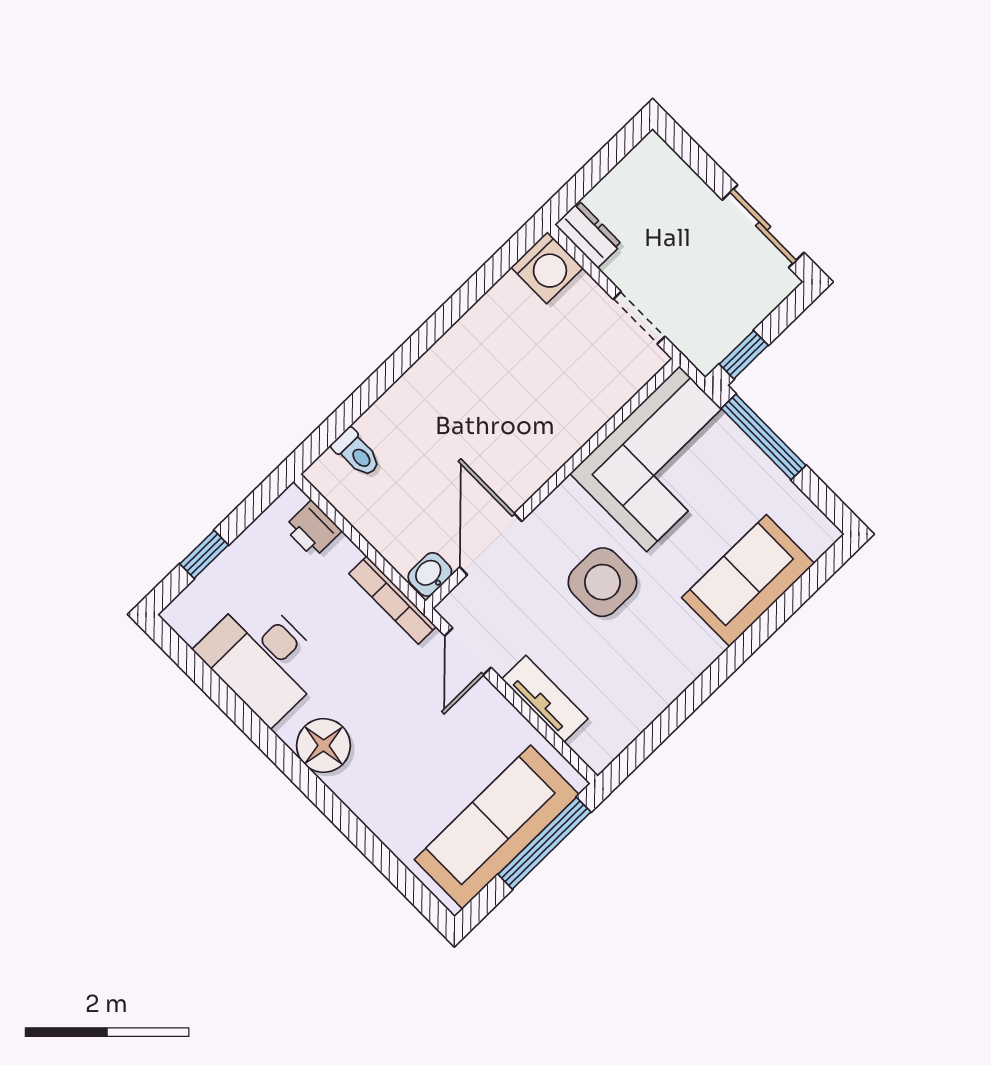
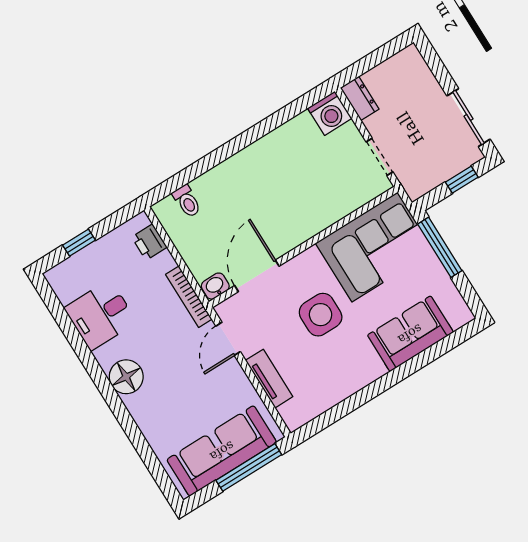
window: (744, 355) -> (462, 180), moved
desk: (263, 659) -> (101, 315), width x0.73

